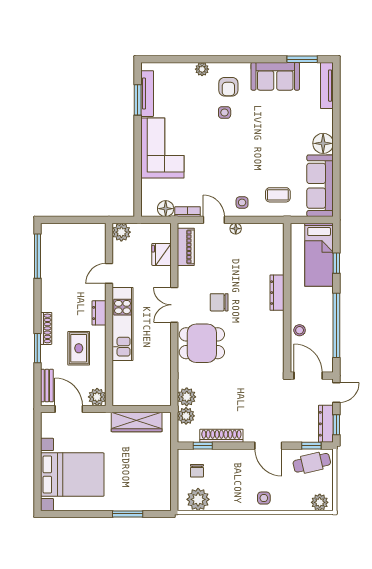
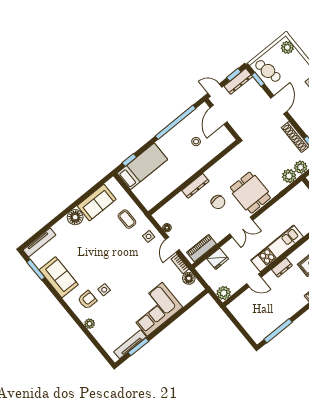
sofa: (320, 186) -> (97, 203), width x0.73
window: (336, 263) -> (129, 160), moved
dresser: (277, 293) -> (195, 186), moved
wall: (287, 298) -> (194, 177), moved

